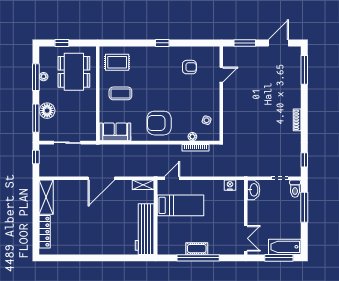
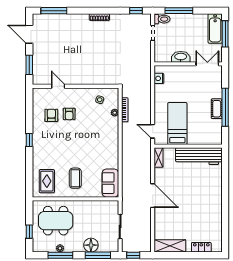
armchair: (159, 123) -> (69, 114), moved, width x0.53, depth x0.53
washbasin: (254, 190) -> (181, 57), moved
locker: (45, 232) -> (201, 247), width x0.66

